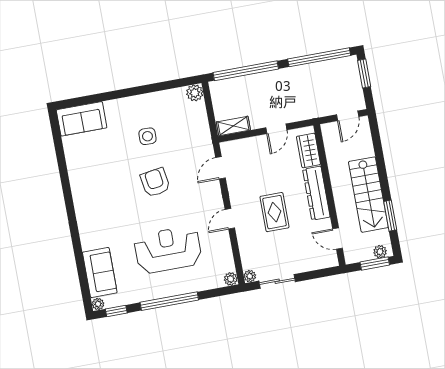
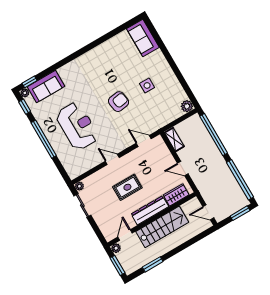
stairs: (368, 195) -> (162, 227), moved, turned 180
plant: (380, 252) -> (116, 248), moved
plant: (231, 279) -> (73, 174), removed
window: (86, 292) -> (30, 82), added

